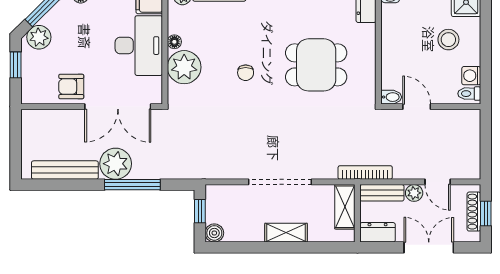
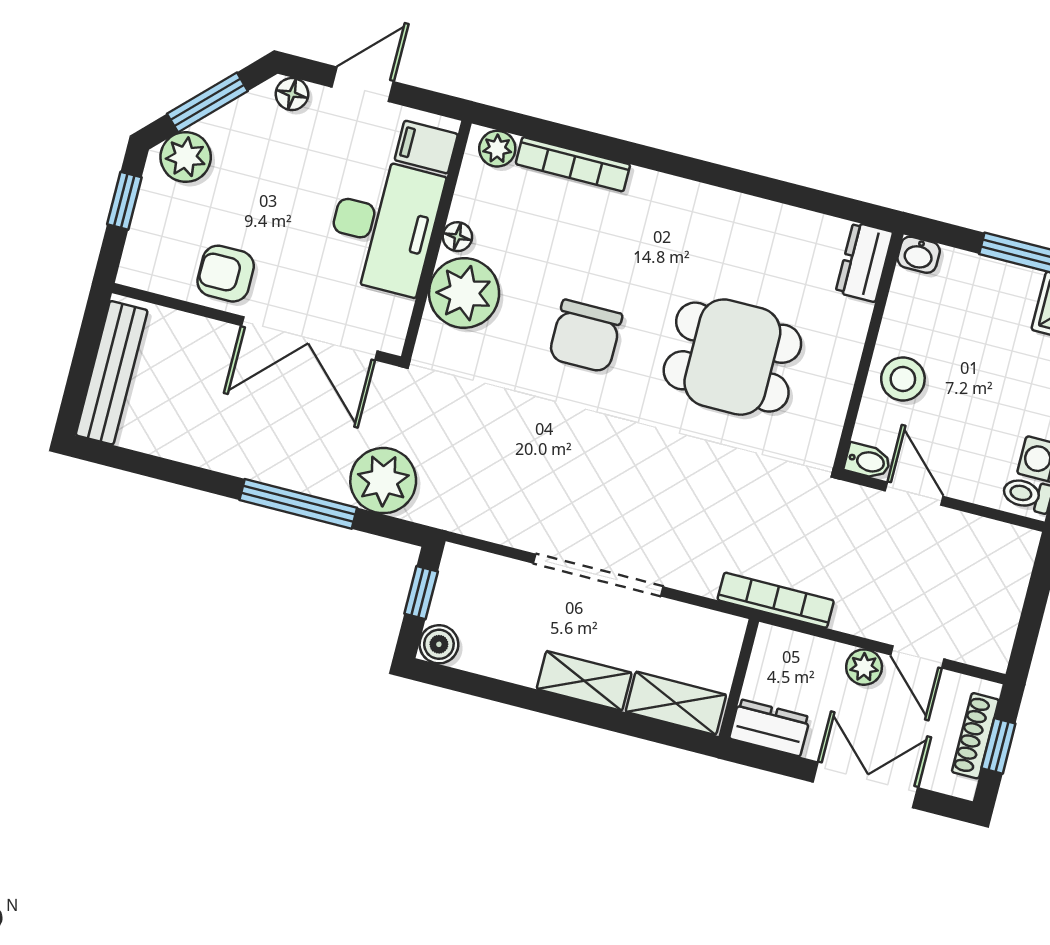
stool: (448, 40) -> (903, 379), moved
chair: (246, 73) -> (585, 336), width x1.87, depth x1.87
plant: (116, 164) -> (383, 481), moved
bench: (65, 170) -> (112, 373), moved, turned 90
bench: (382, 193) -> (799, 650), removed
shelving: (345, 207) -> (676, 703), moved, turned 90

